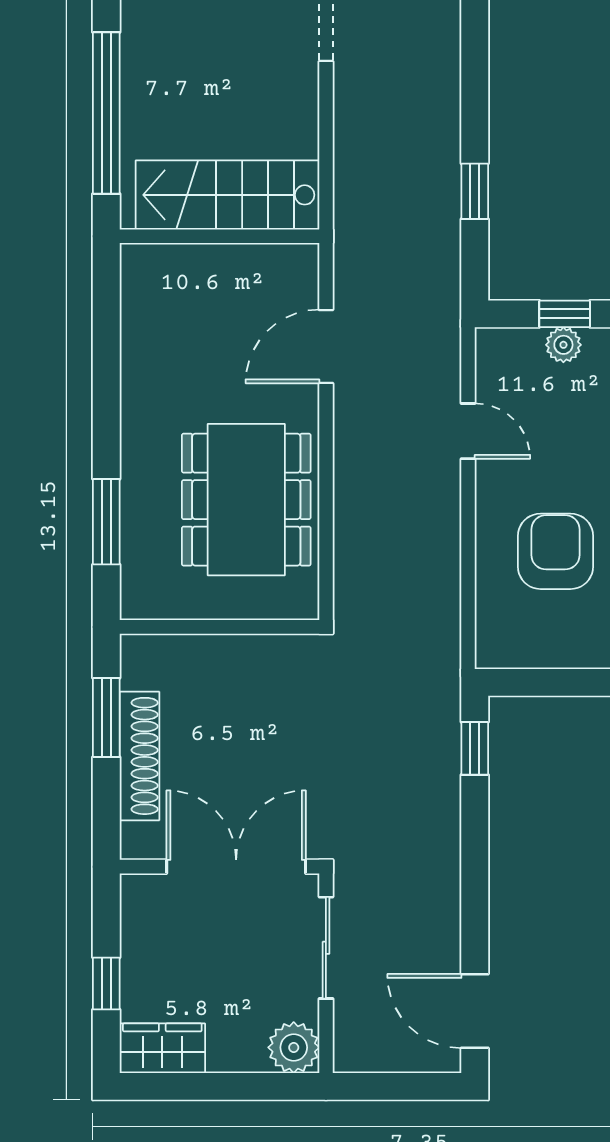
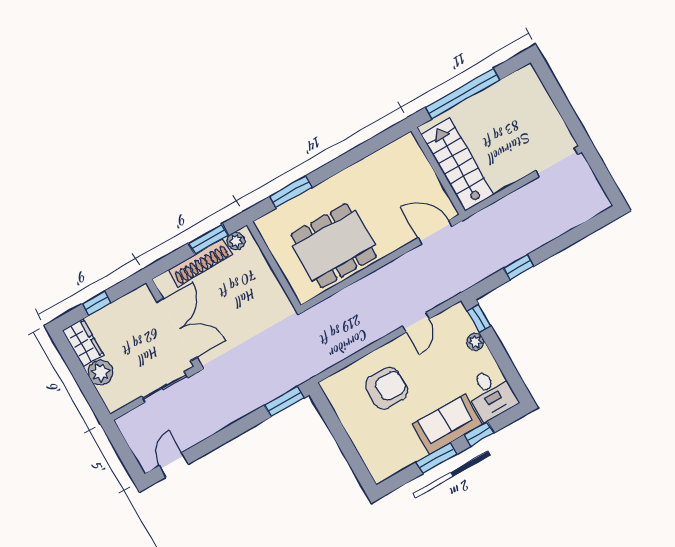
window: (565, 314) -> (479, 318), moved
door: (326, 346) -> (435, 232), moved
plant: (138, 670) -> (236, 241), added
window: (475, 748) -> (284, 402), width x1.50
door: (475, 1011) -> (174, 465), width x0.73
plant: (294, 1047) -> (101, 373), moved

